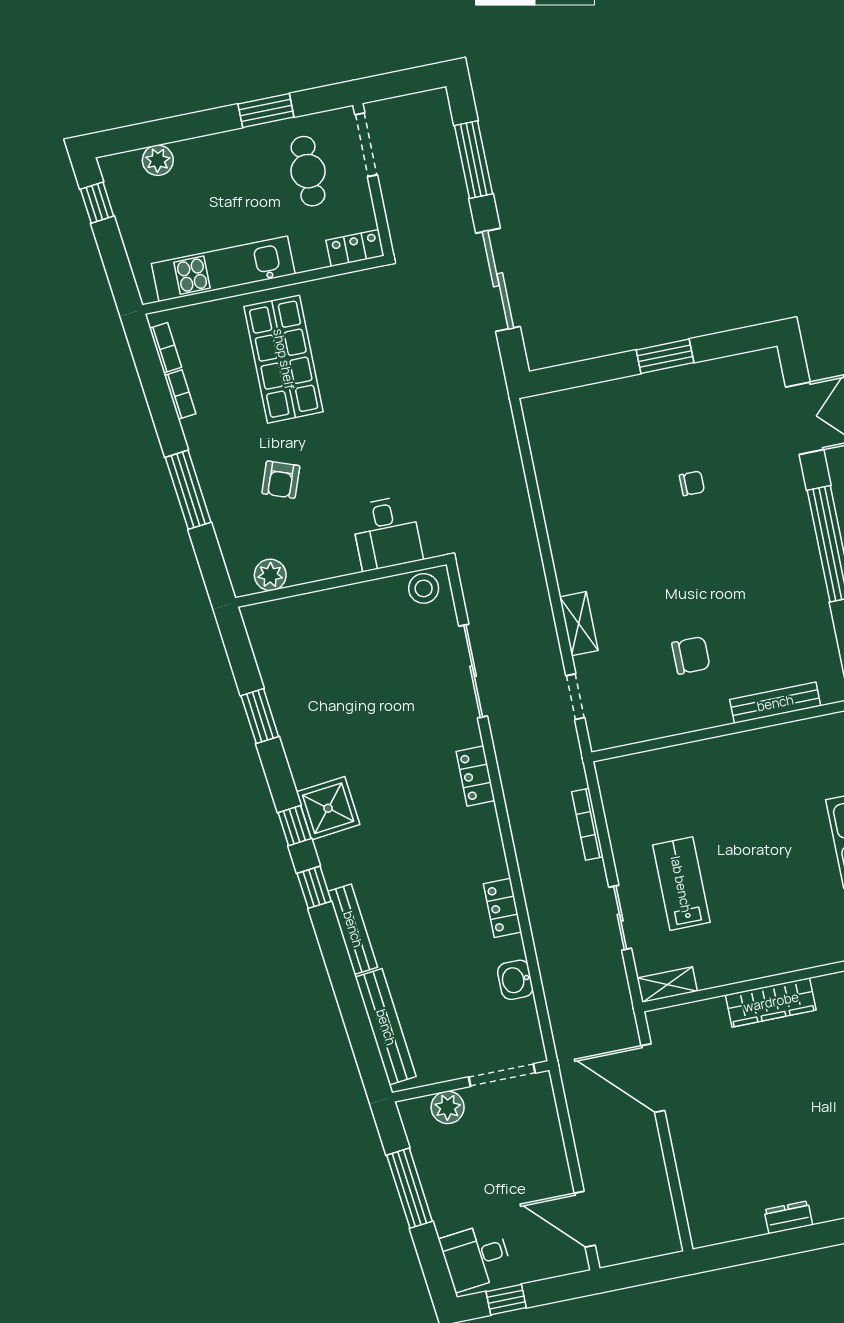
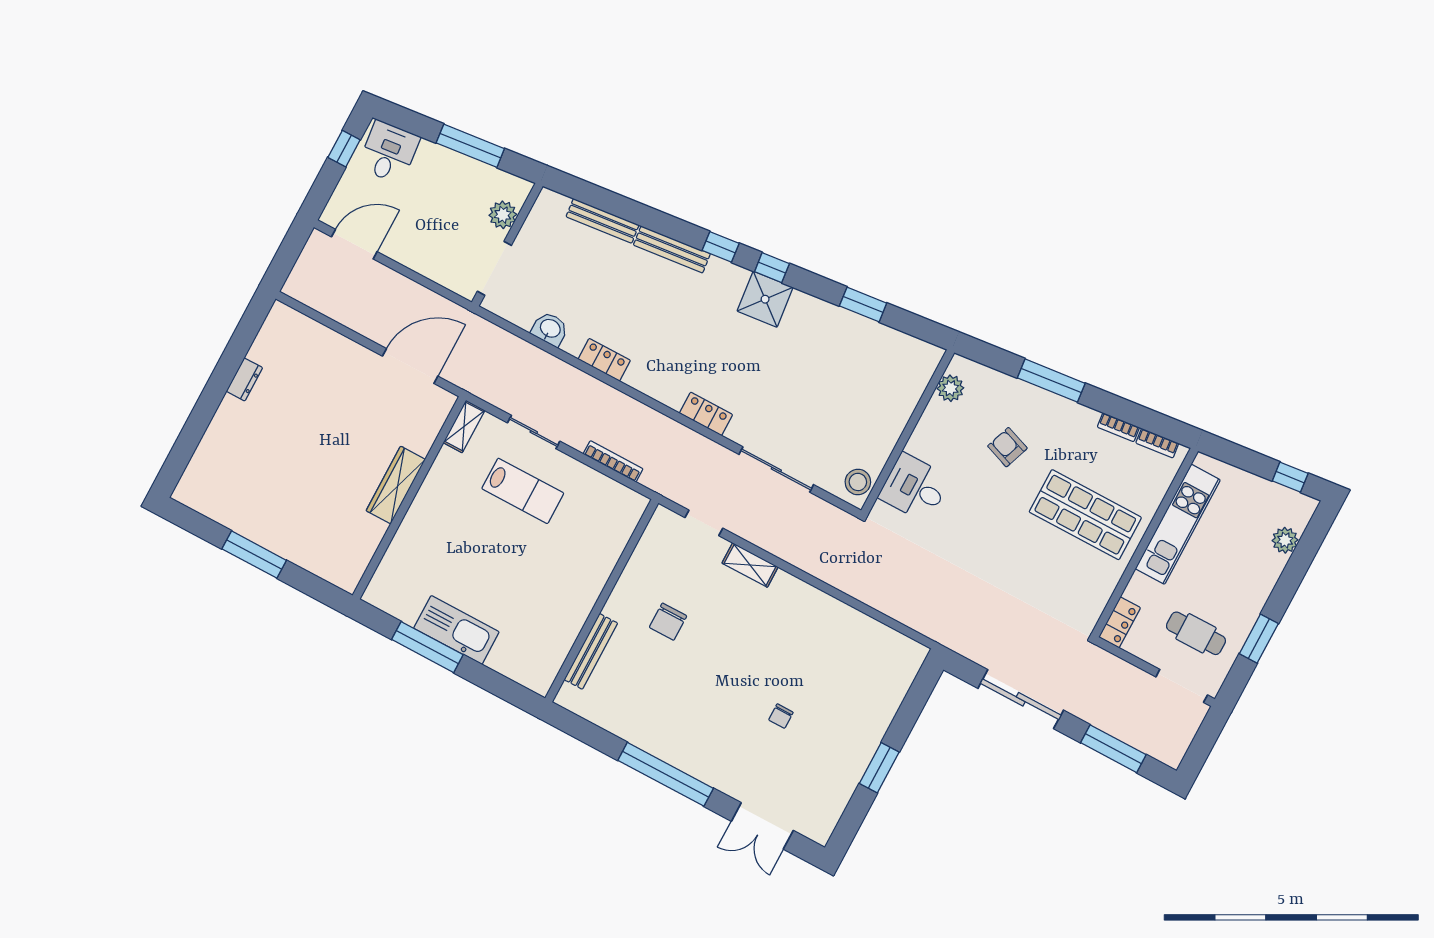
bench: (386, 1027) -> (603, 221), width x0.73, depth x0.82

